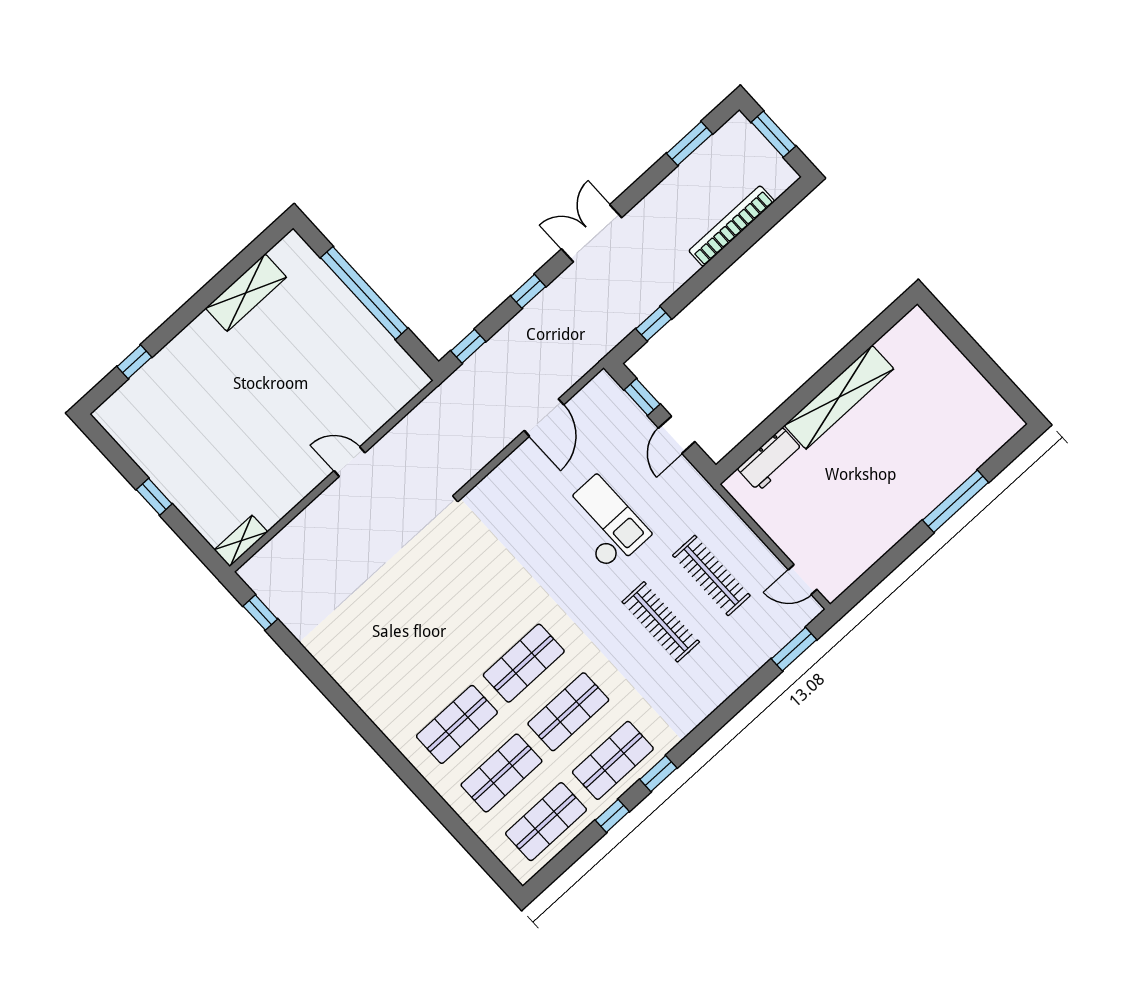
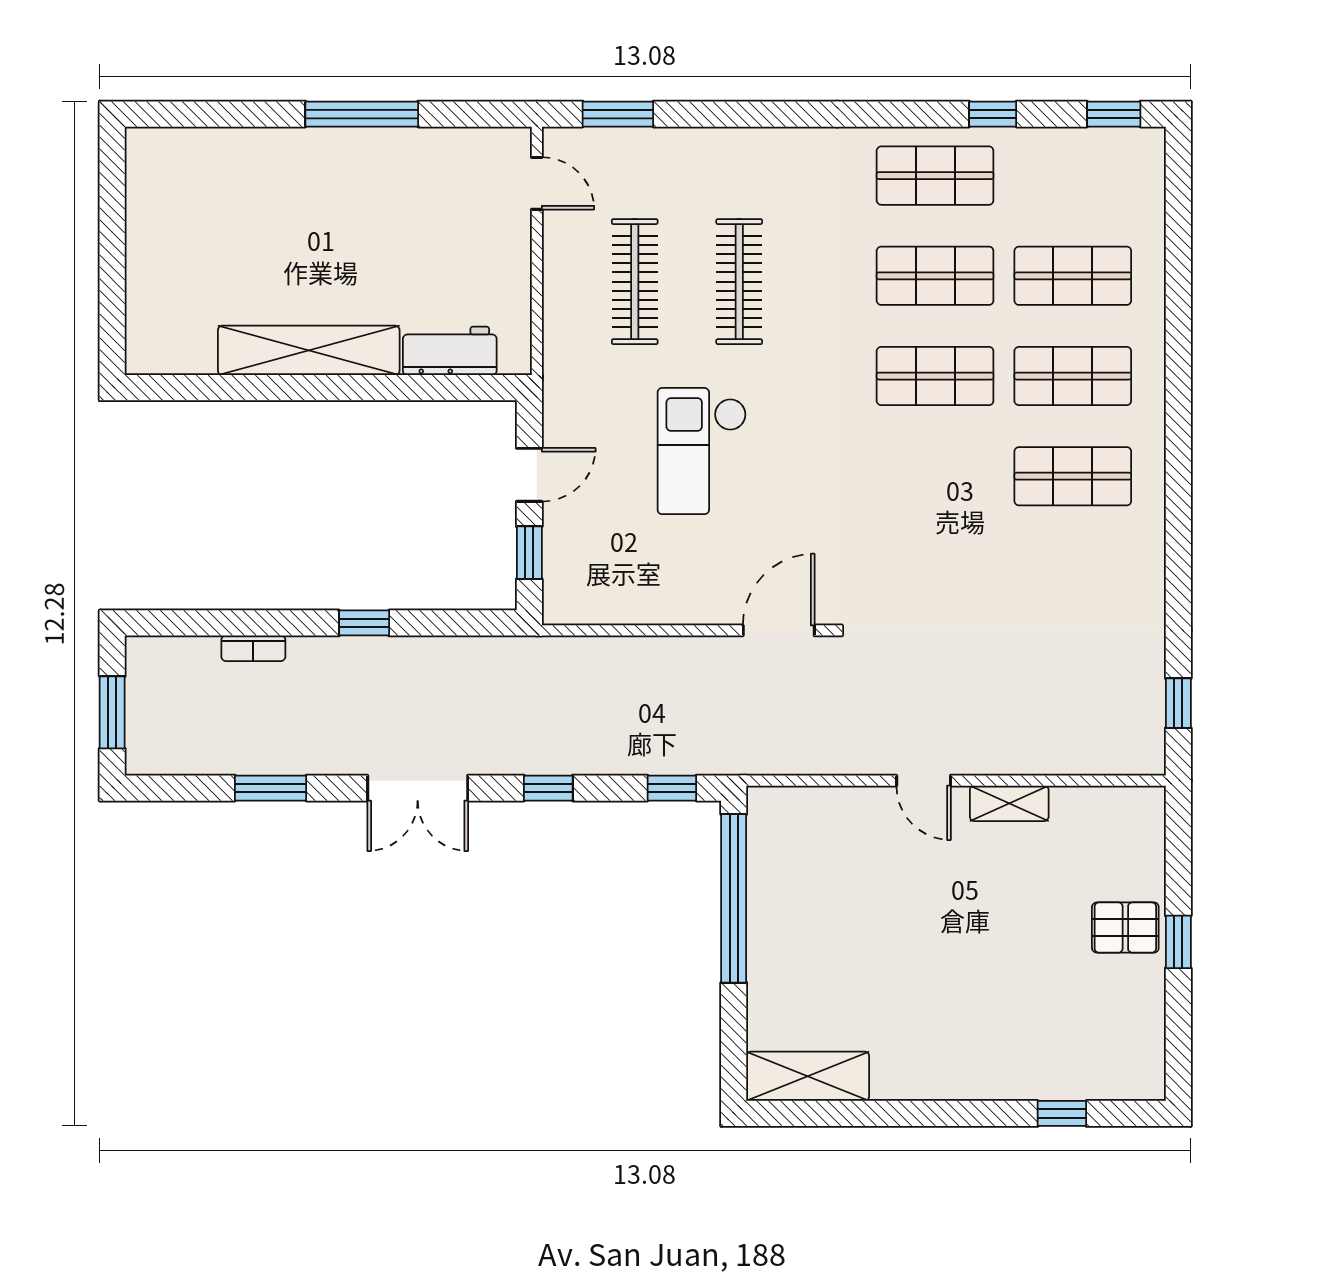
window: (689, 144) -> (271, 788), moved
bookcase: (732, 226) -> (253, 648), width x0.43, depth x0.76
shelving: (246, 293) -> (808, 1076), moved
window: (364, 293) -> (734, 898), moved
window: (654, 324) -> (364, 623), moved
door: (544, 418) -> (779, 630), moved
pallet: (186, 480) -> (1125, 928), added
window: (956, 501) -> (362, 114), moved
shelving: (241, 541) -> (1009, 803), moved
window: (658, 774) -> (1114, 114), moved
shop shelf: (546, 822) -> (1073, 476), moved

